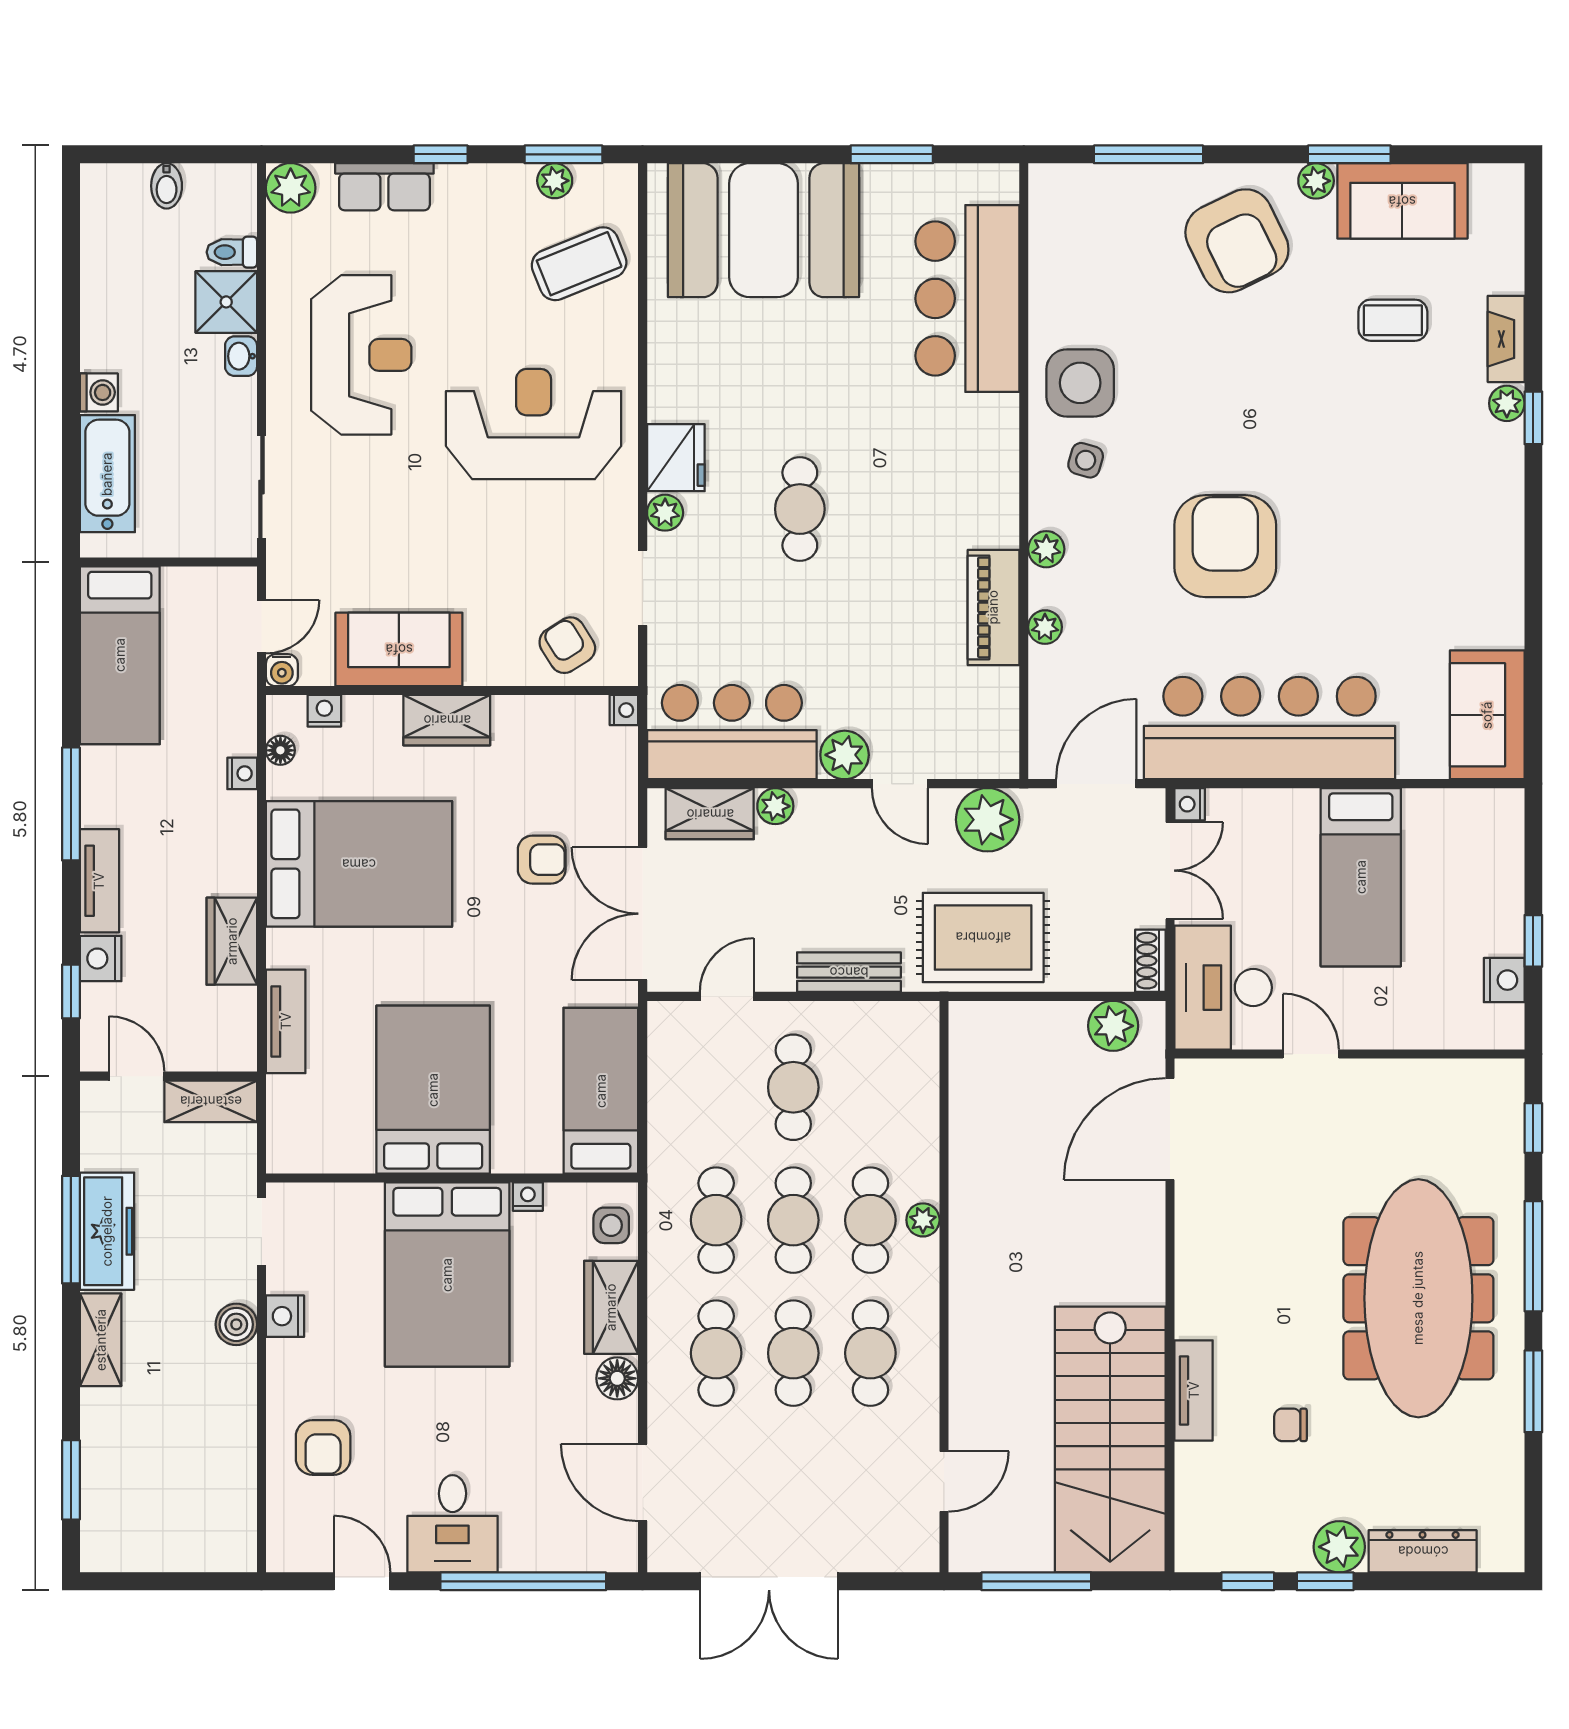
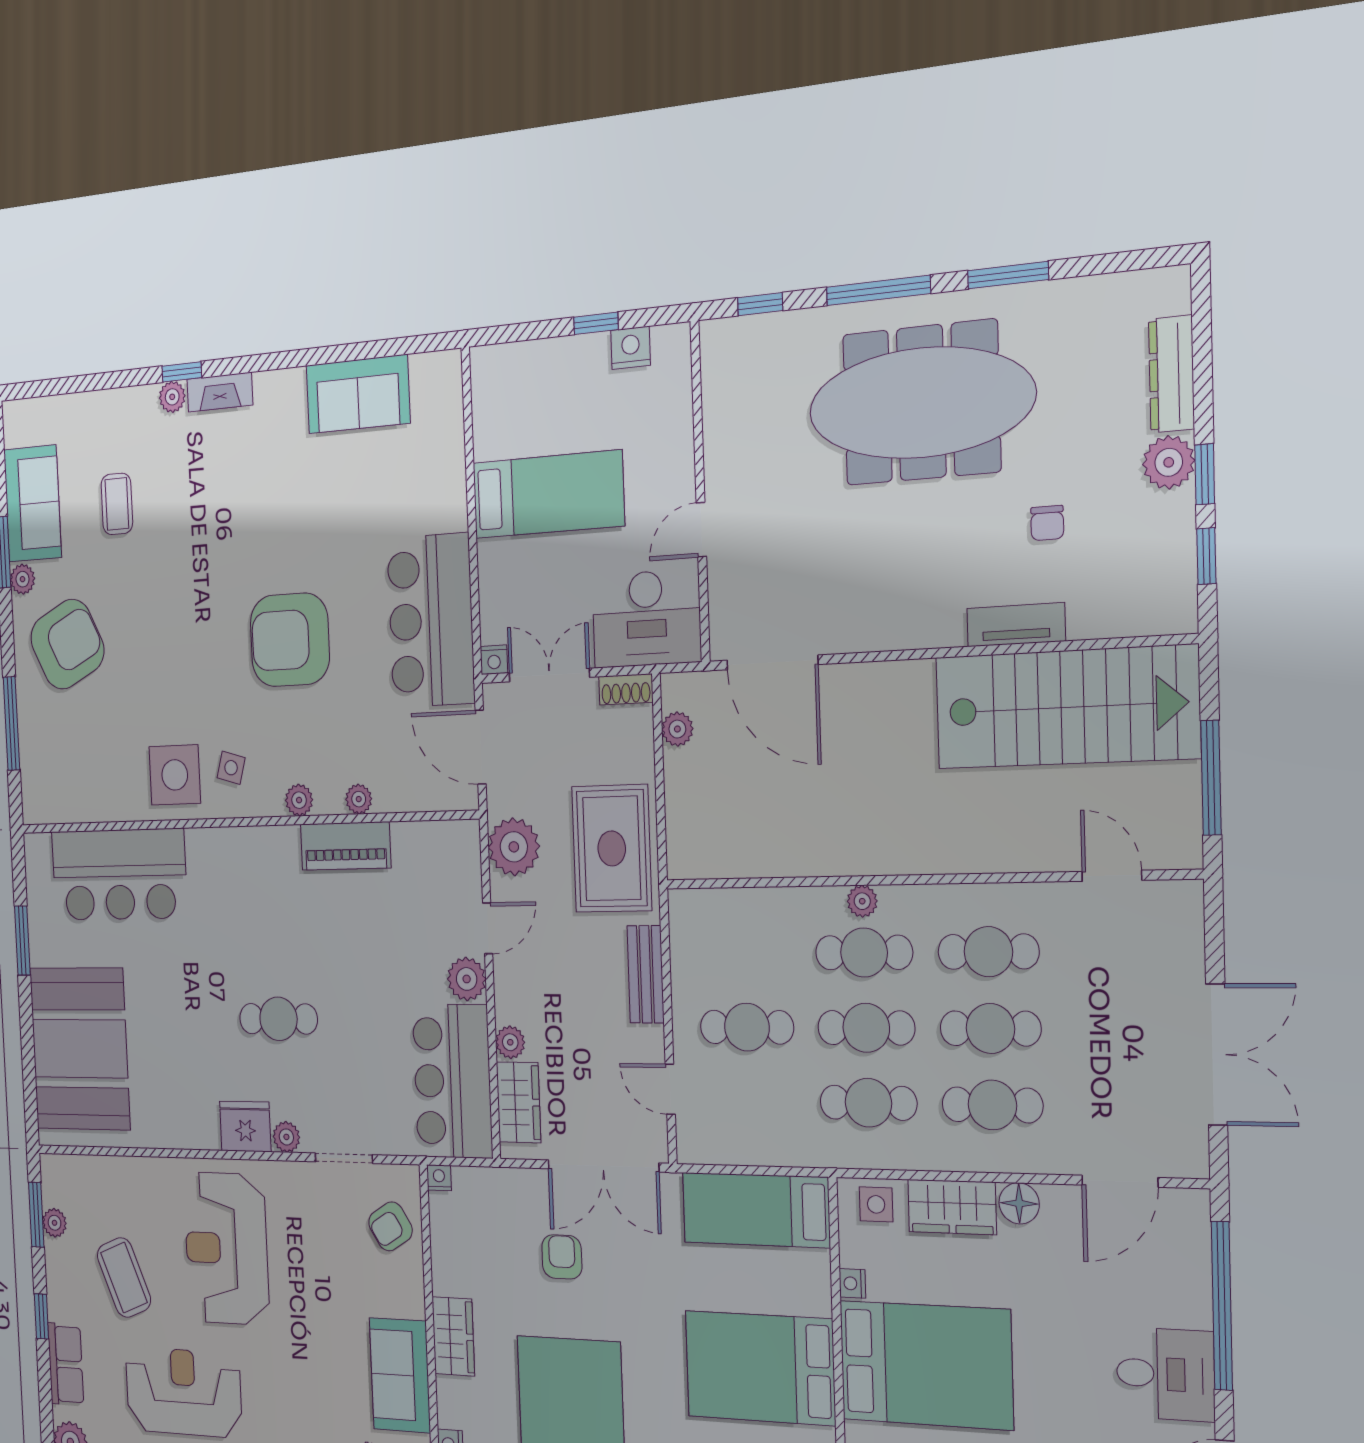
coffee table: (579, 264) -> (124, 1278), moved
fireplace: (1506, 339) -> (220, 392), moved
sofa: (1487, 715) -> (358, 394), moved
bar counter: (1270, 728) -> (431, 621), width x0.73
plant: (1113, 1026) -> (677, 729), width x0.73, depth x0.73

